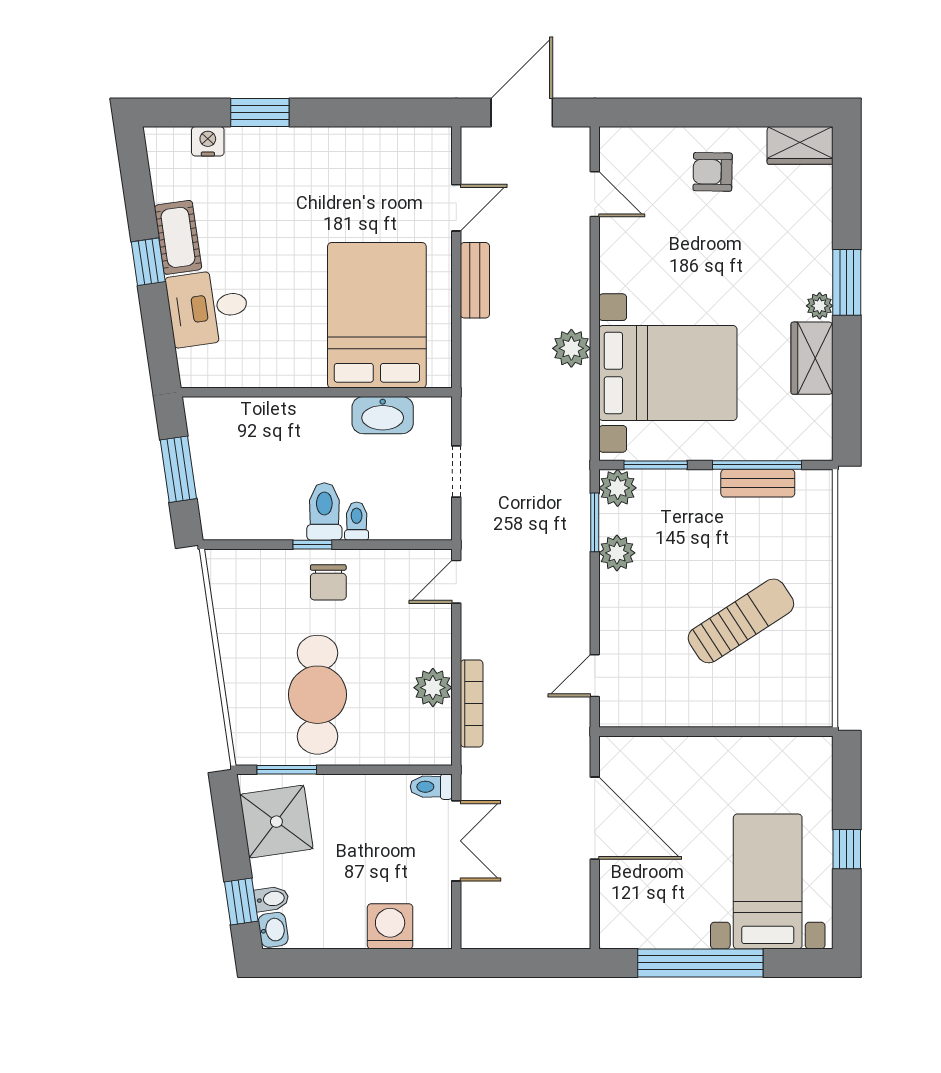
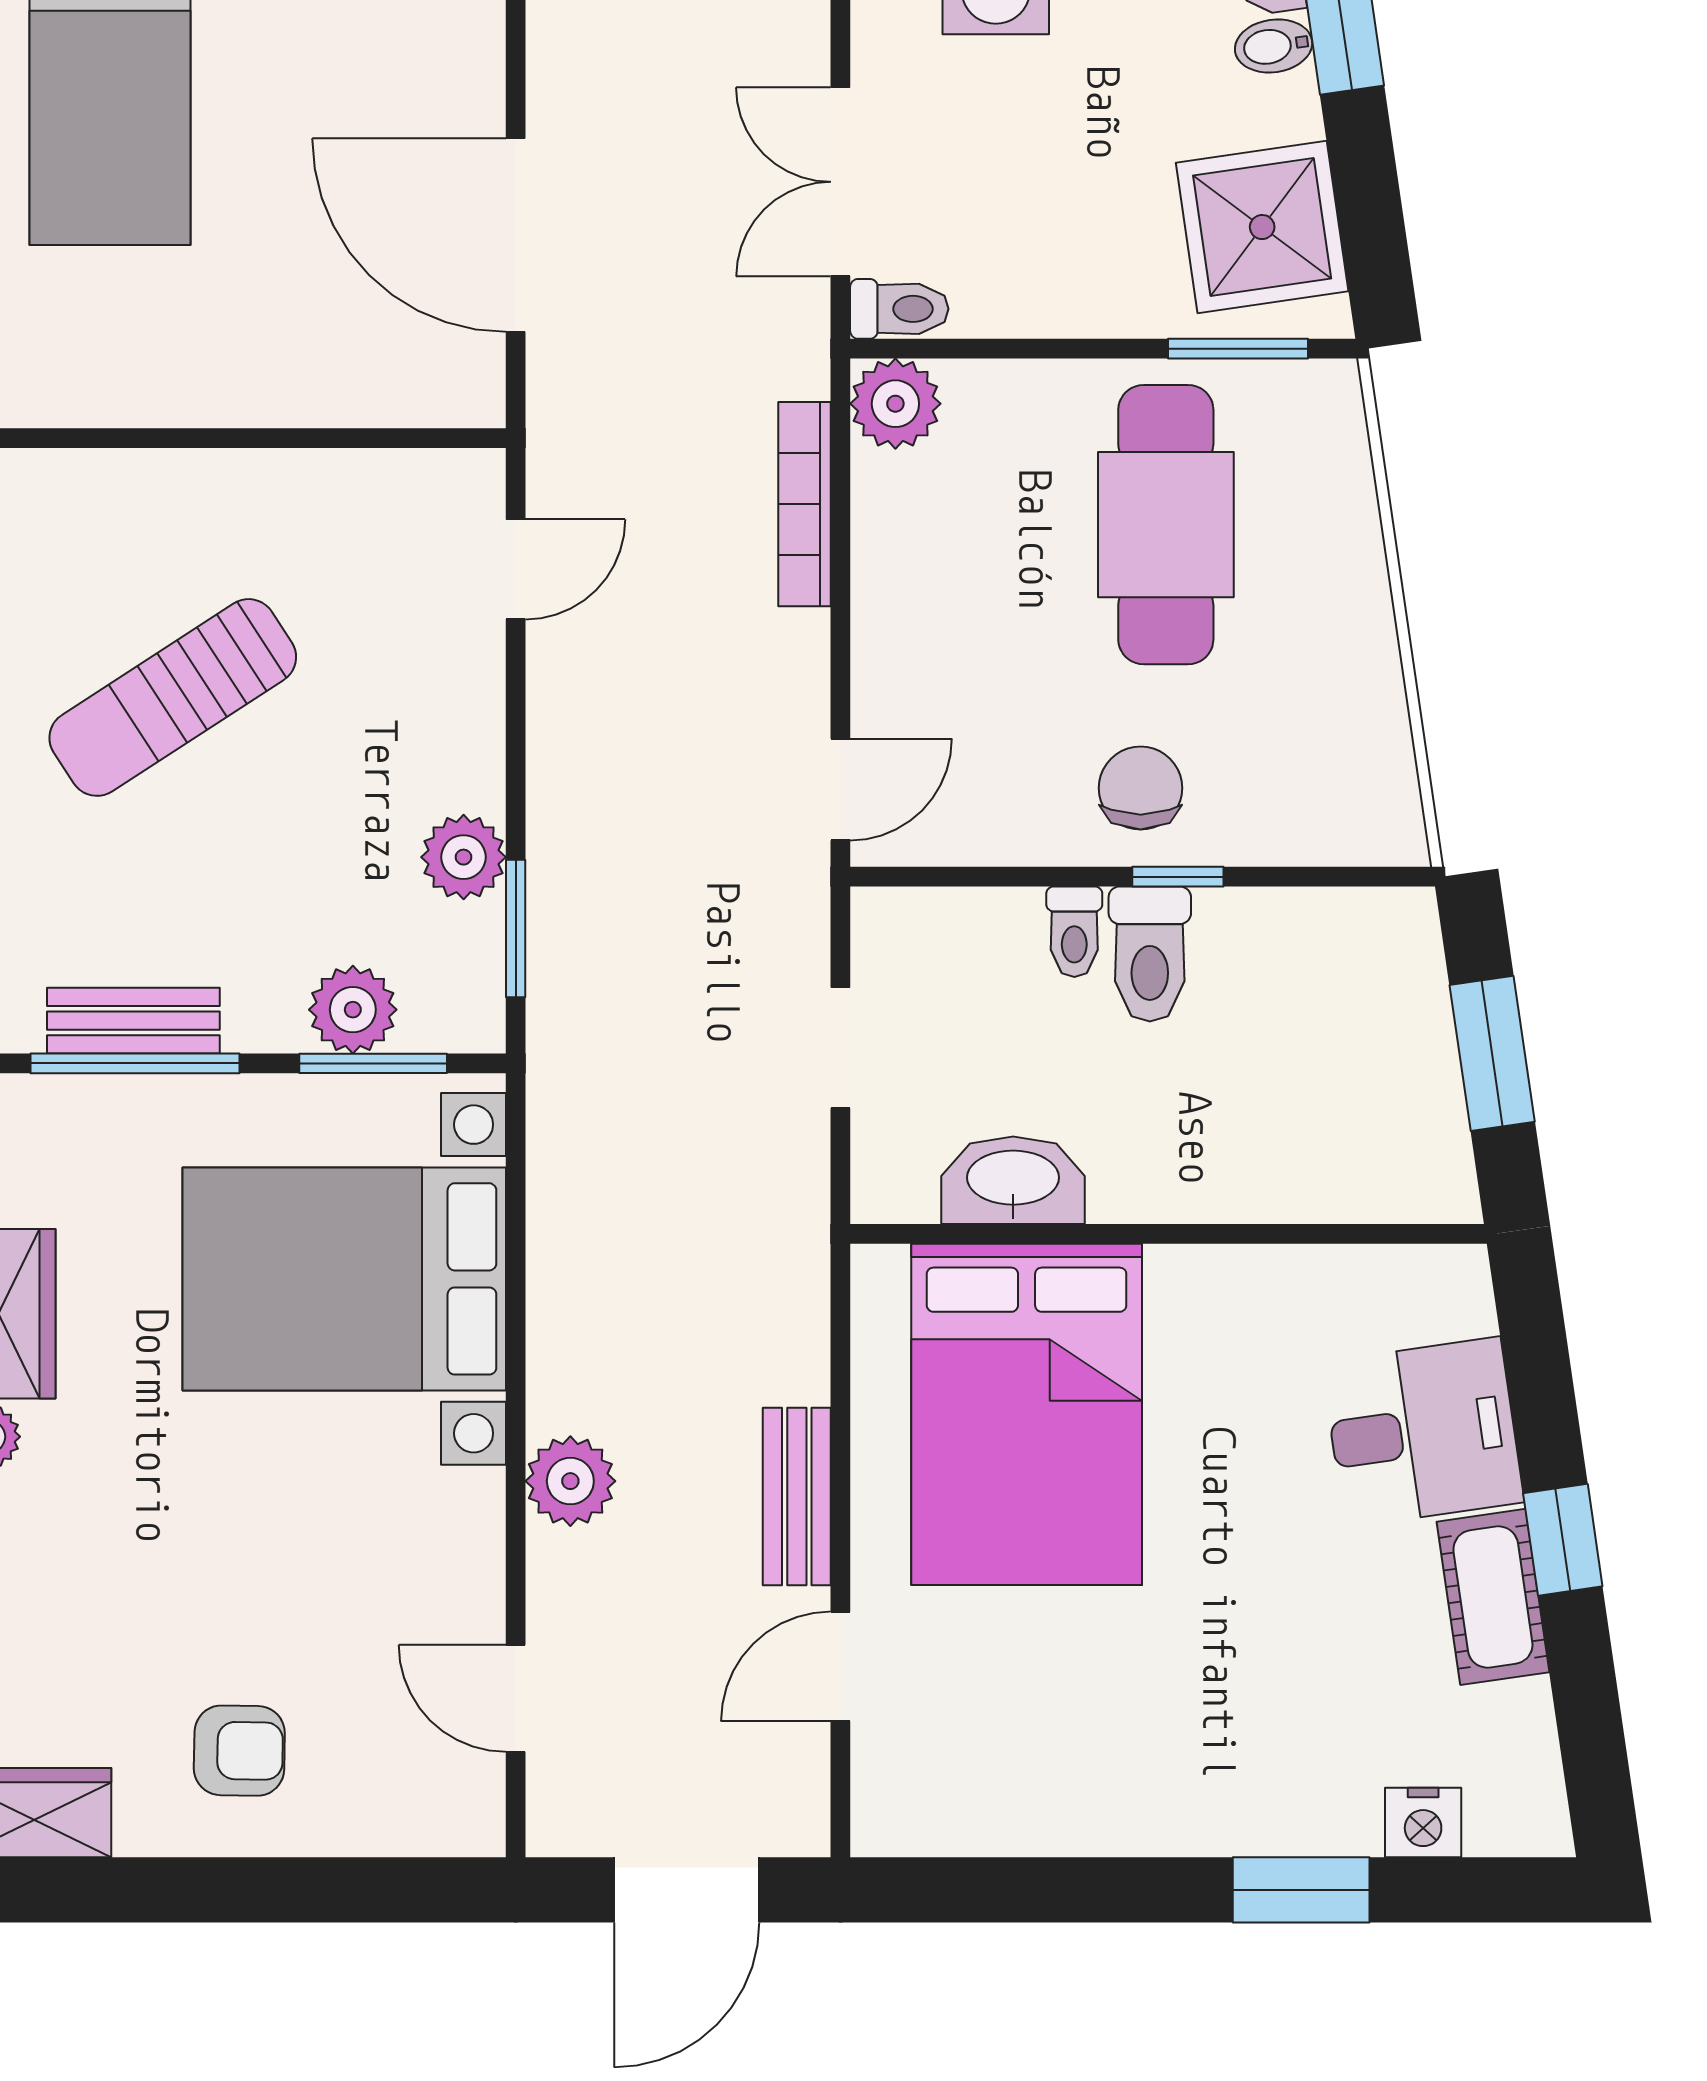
plant: (571, 348) -> (570, 1481), moved
plant: (618, 488) -> (353, 1010), moved
plant: (433, 688) -> (895, 404), moved

